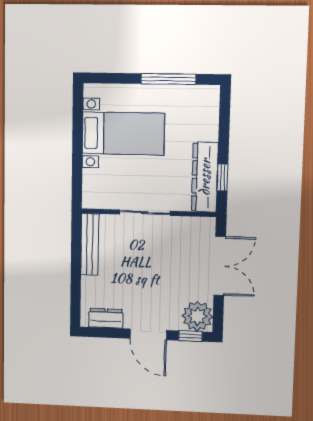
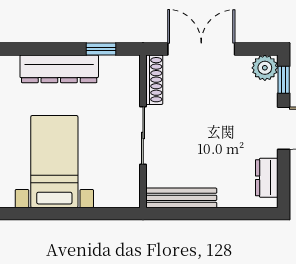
dresser: (205, 177) -> (59, 69), moved
shoe rack: (194, 224) -> (154, 80), added
plant: (197, 316) -> (265, 68), width x0.73, depth x0.73

